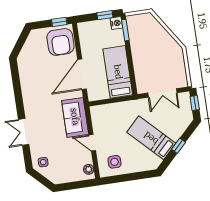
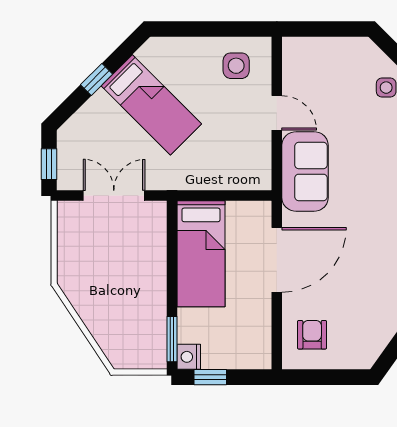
window: (59, 22) -> (308, 377), removed
armchair: (60, 42) -> (312, 335), width x0.53, depth x0.53
plant: (89, 169) -> (293, 58), removed

